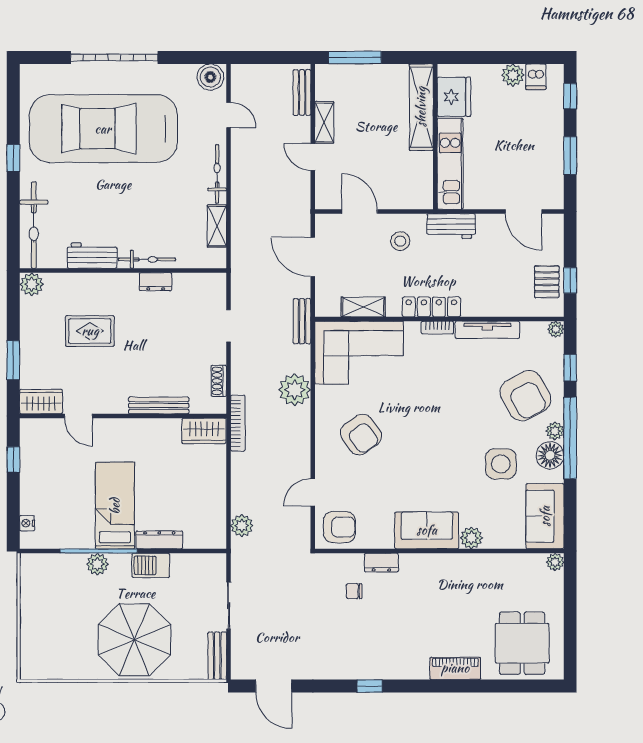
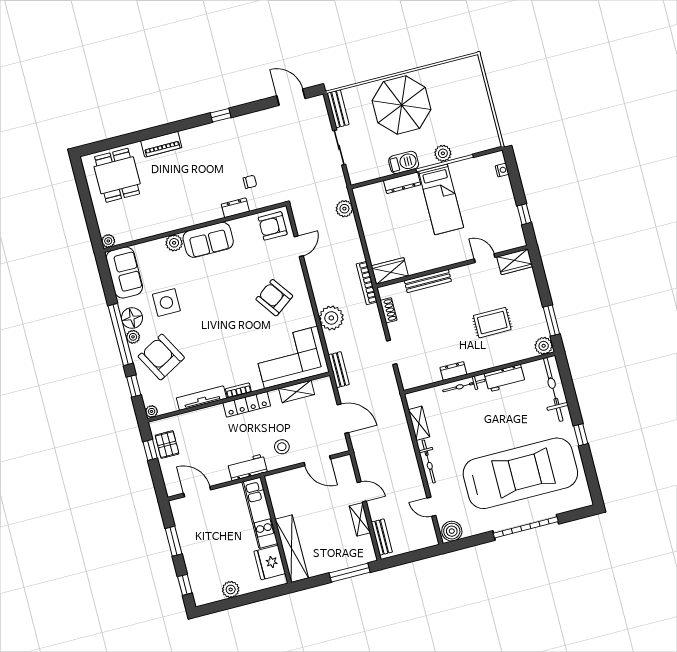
dishwasher: (536, 77) -> (214, 593), removed
window: (13, 360) -> (551, 320), moved

